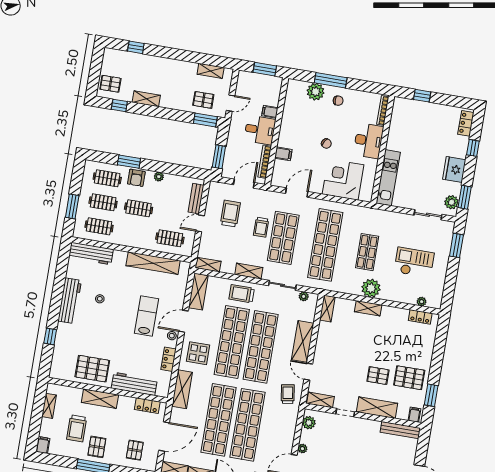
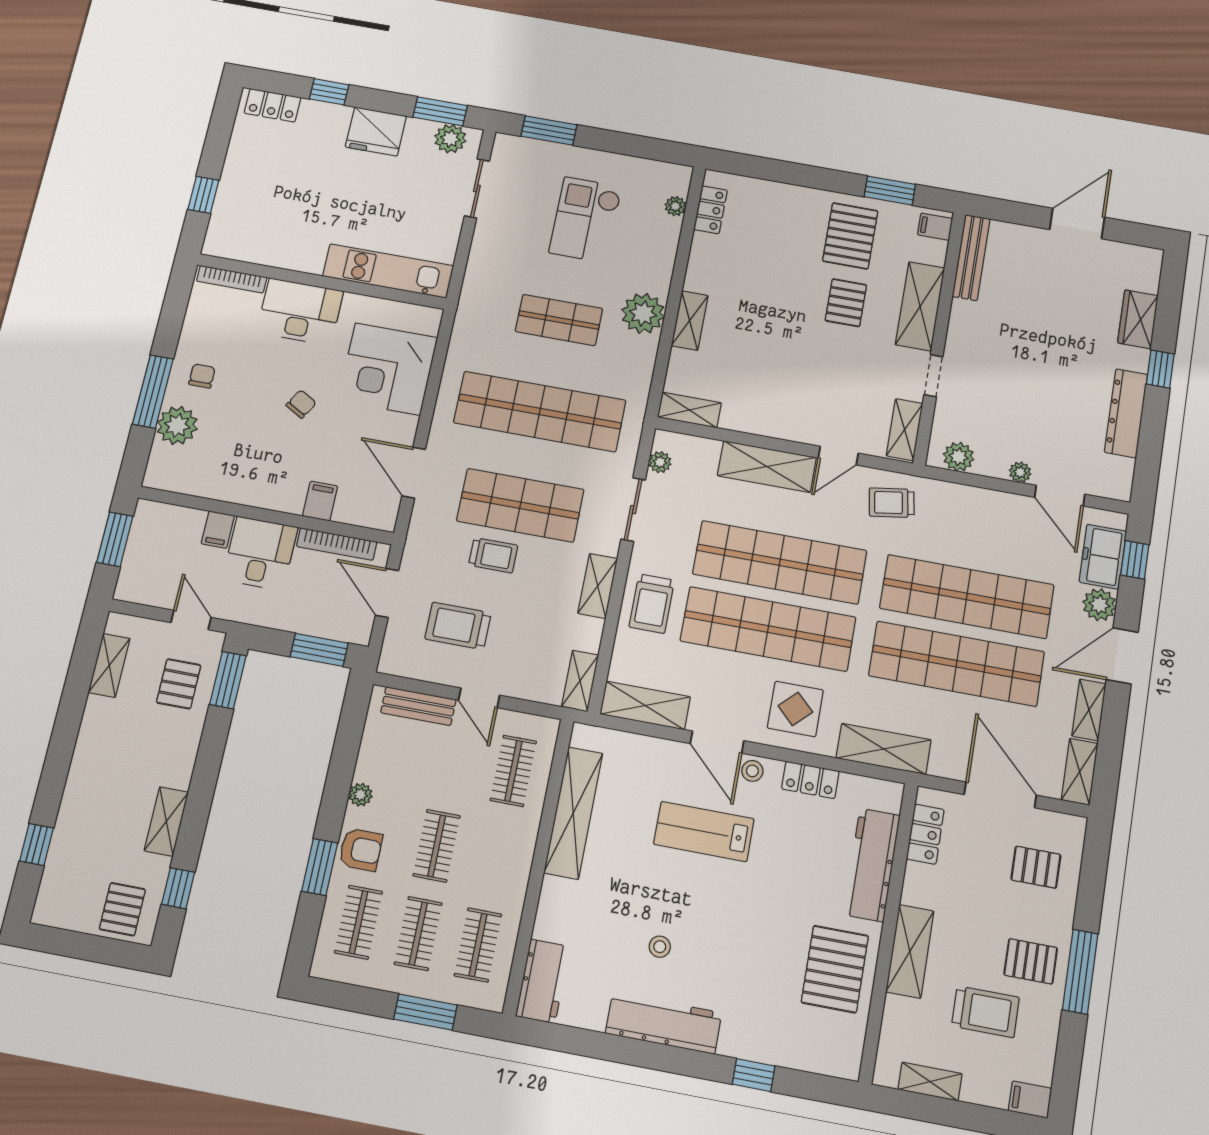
workbench: (91, 253) -> (543, 981), width x0.73

